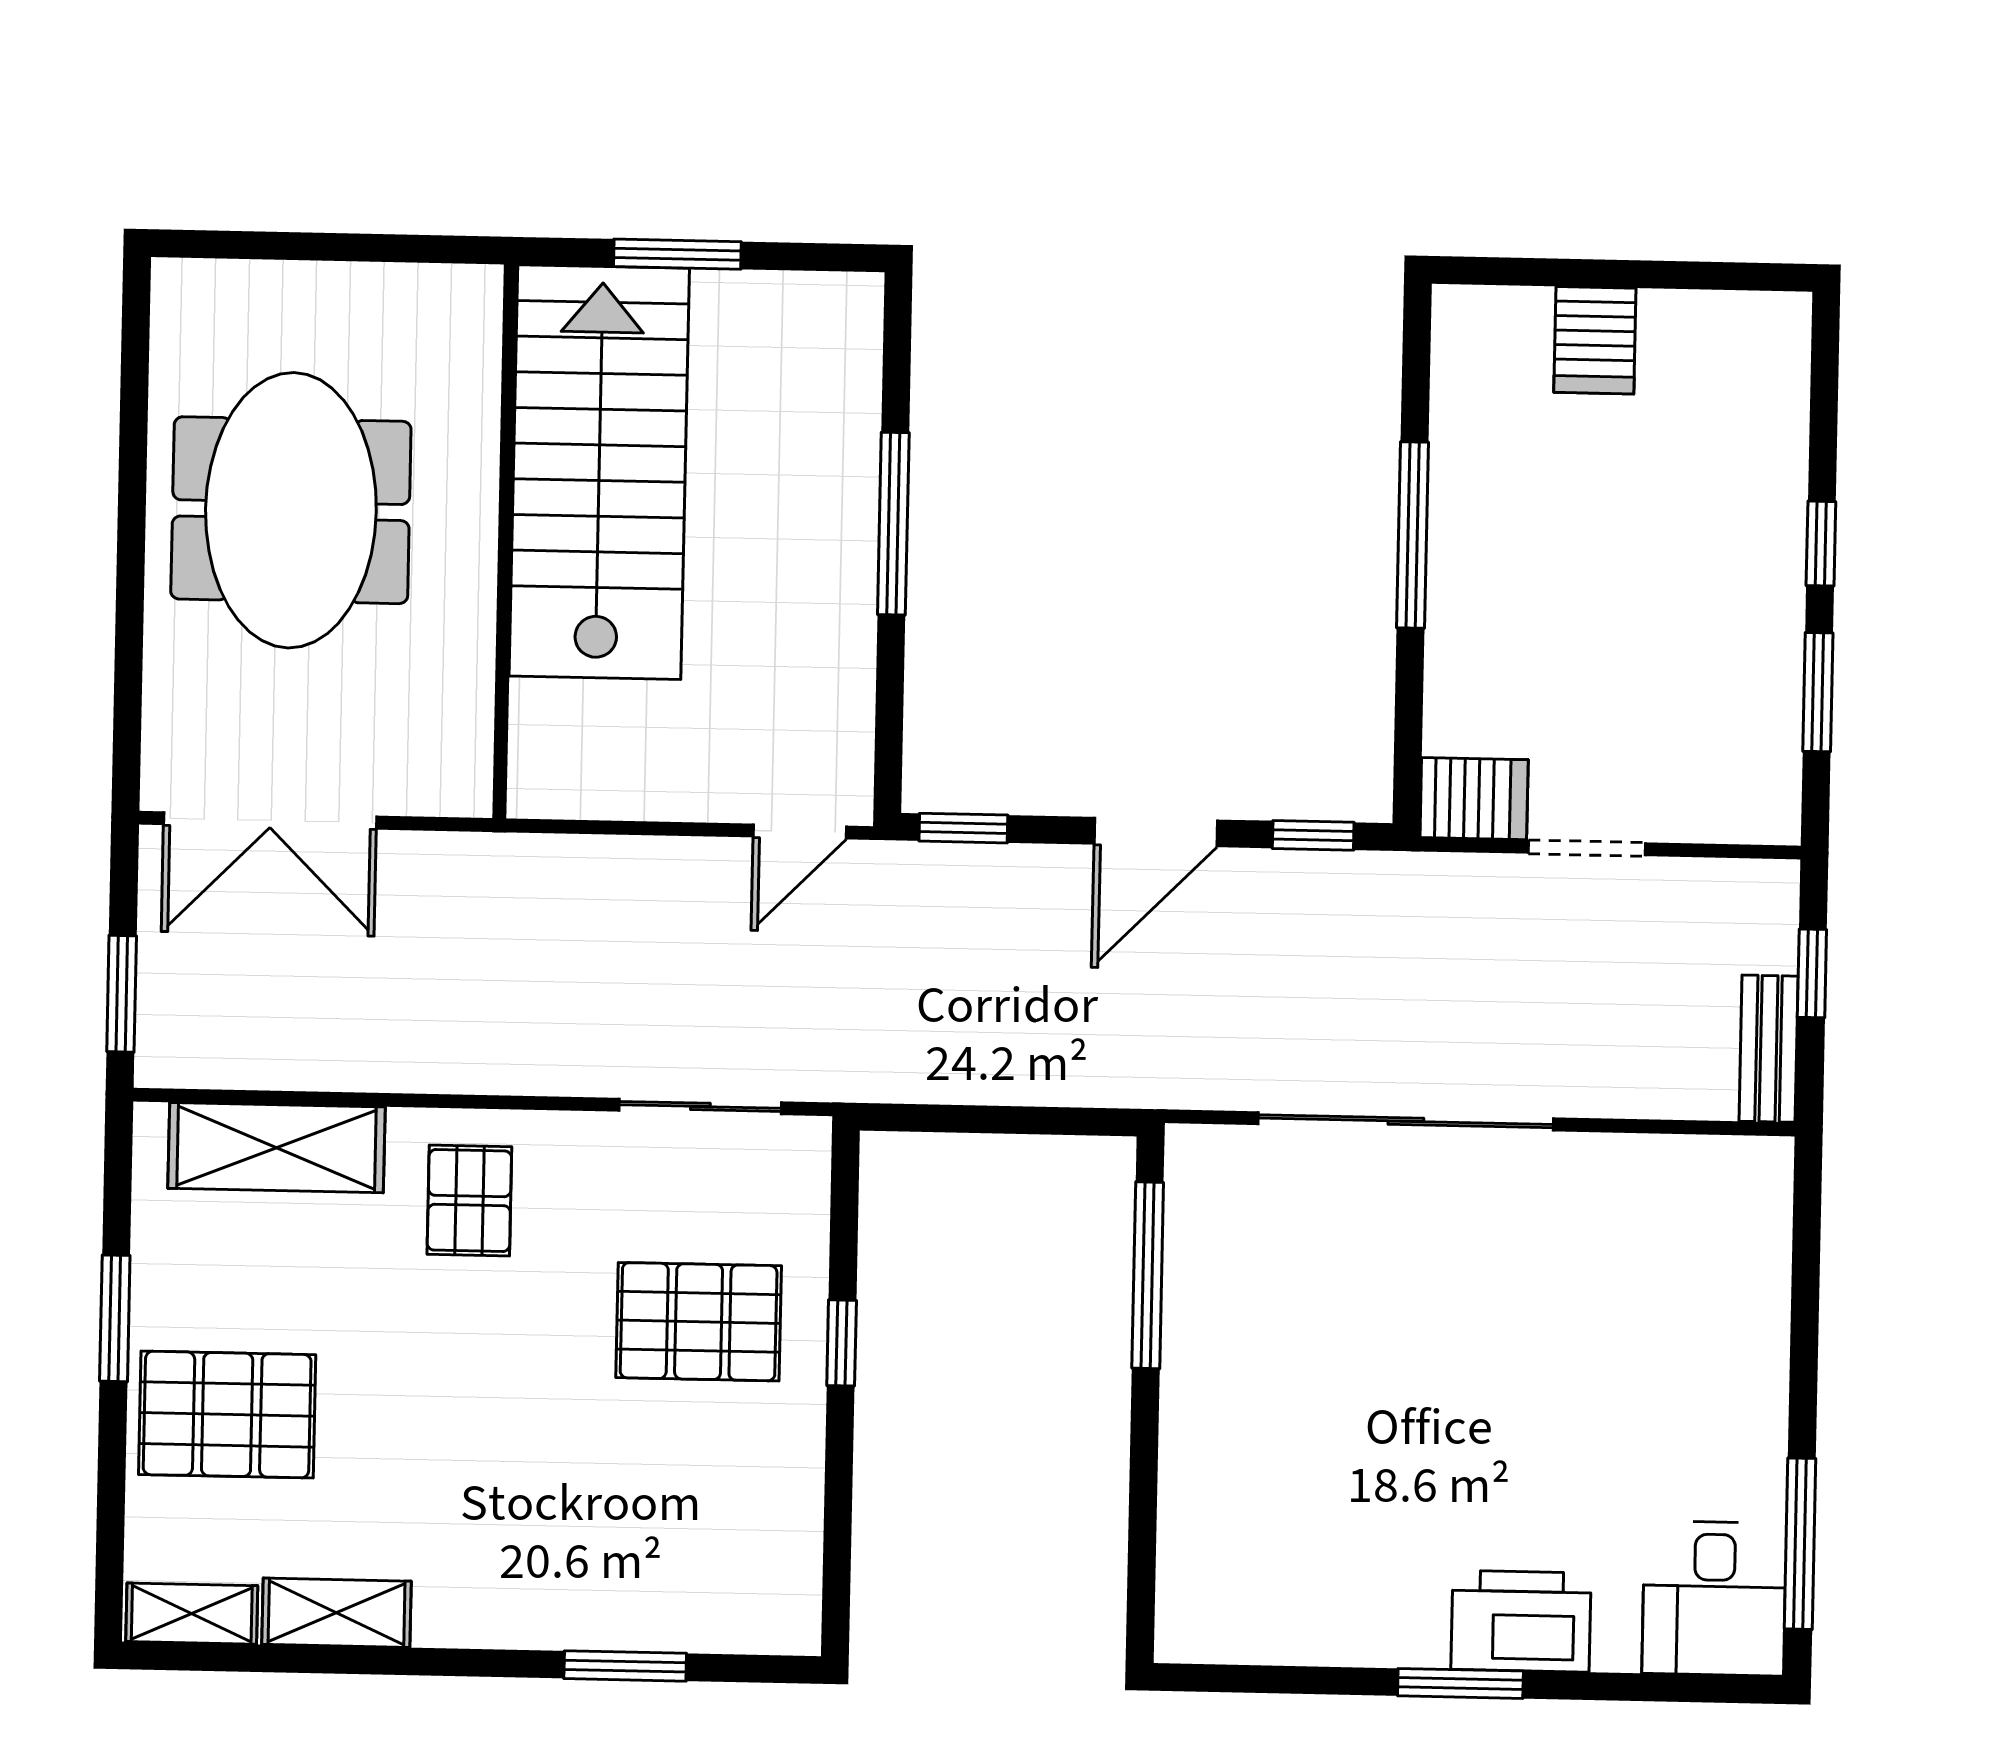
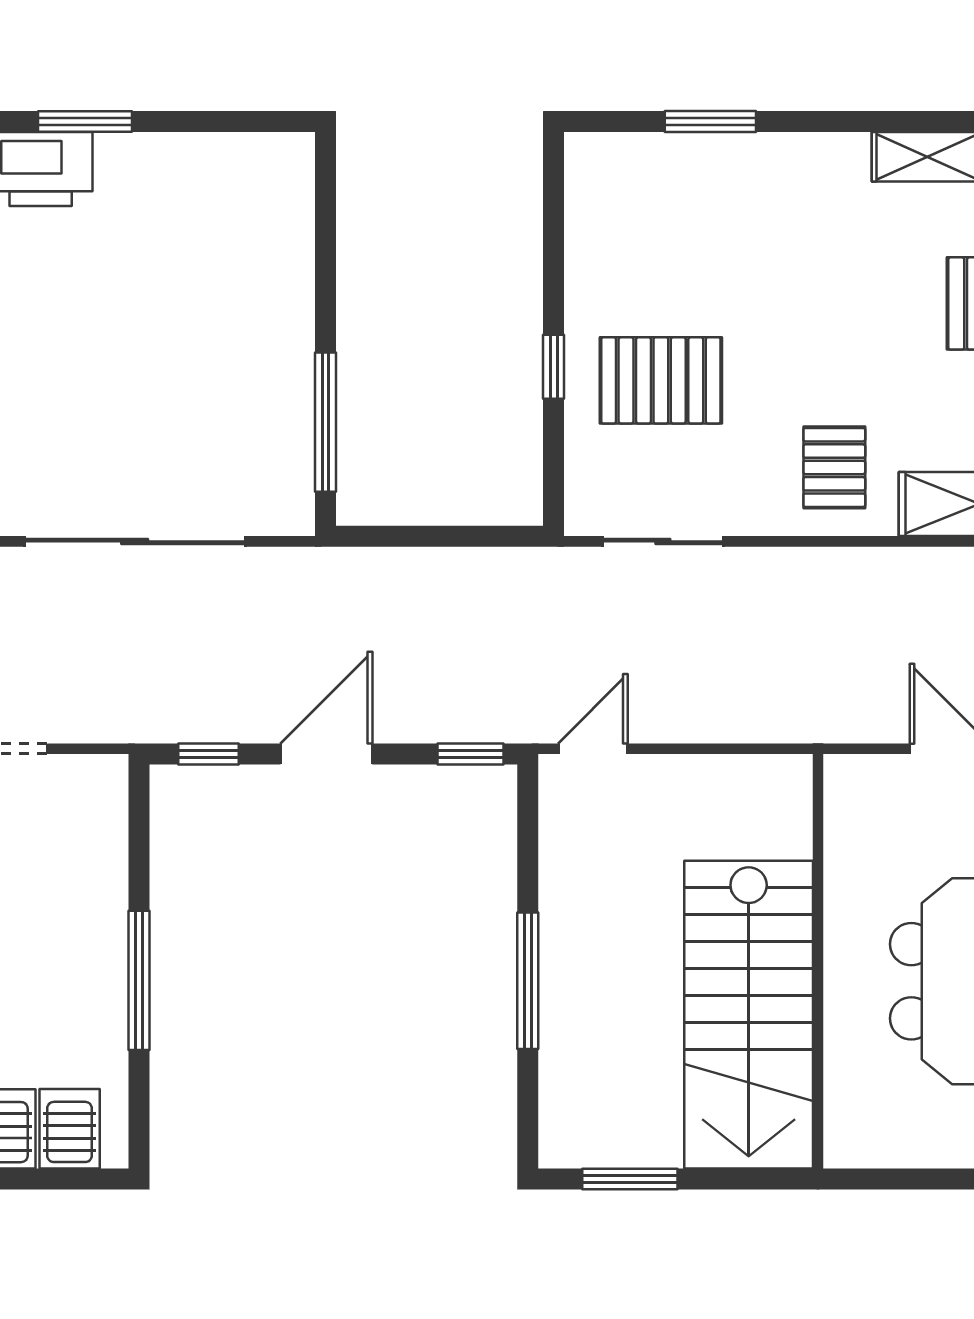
window: (677, 254) -> (630, 1179), moved
server rack: (1474, 799) -> (70, 1129), moved, turned 90

